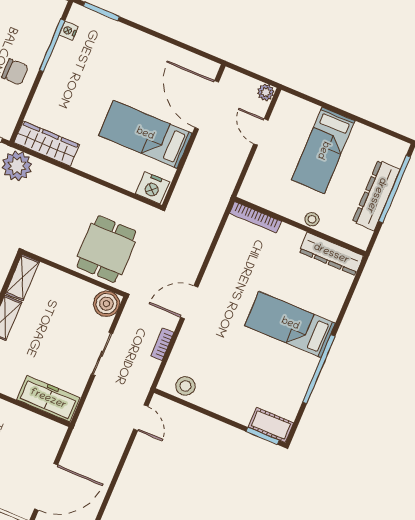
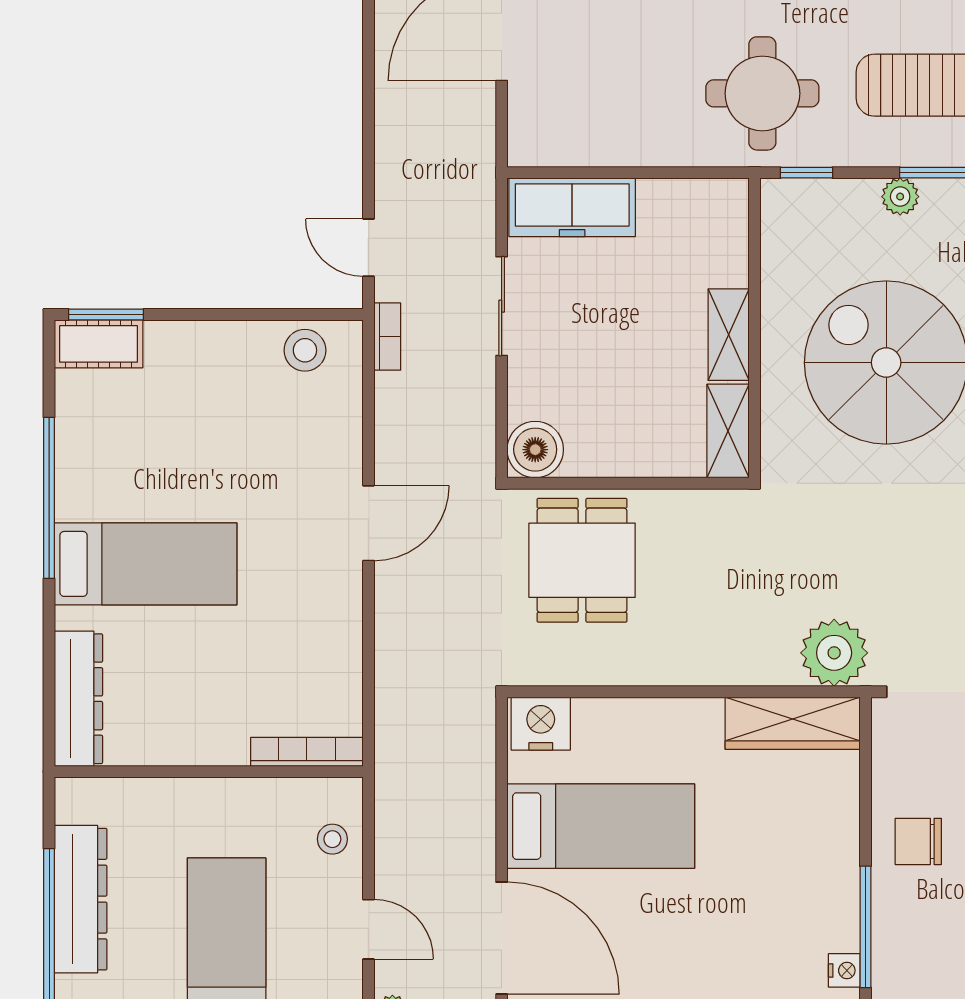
stool: (312, 219) -> (332, 839), moved
dresser: (331, 254) -> (78, 699), moved, turned 90
bookcase: (162, 344) -> (387, 337), moved
sliding door: (102, 354) -> (502, 306), moved

